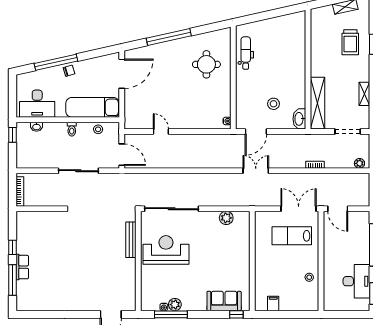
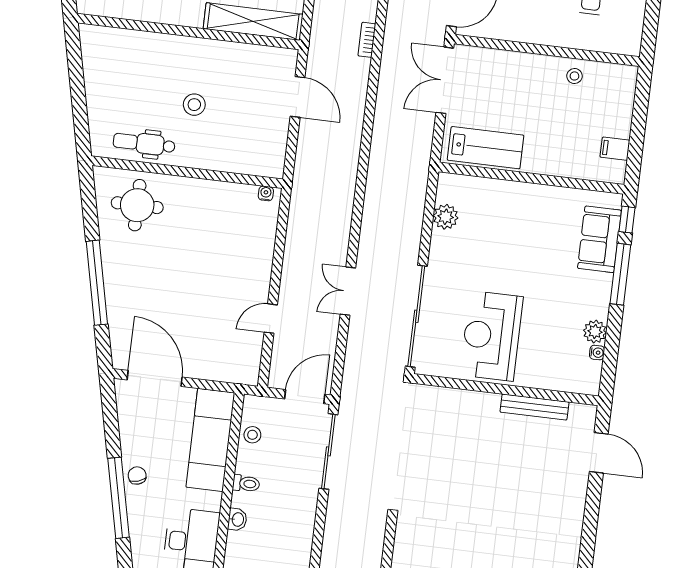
round table: (206, 64) -> (137, 205), moved
stool: (273, 104) -> (194, 105), moved
washbasin: (299, 119) -> (278, 59), removed
washbasin: (37, 127) -> (237, 519), moved
door: (256, 132) -> (298, 97), moved
sliding door: (78, 171) -> (328, 451), moved
double door: (256, 171) -> (348, 291), moved
lab bench: (292, 236) -> (486, 148), moved, turned -90
bench: (131, 240) -> (535, 407), moved
window: (171, 314) -> (620, 274), moved

